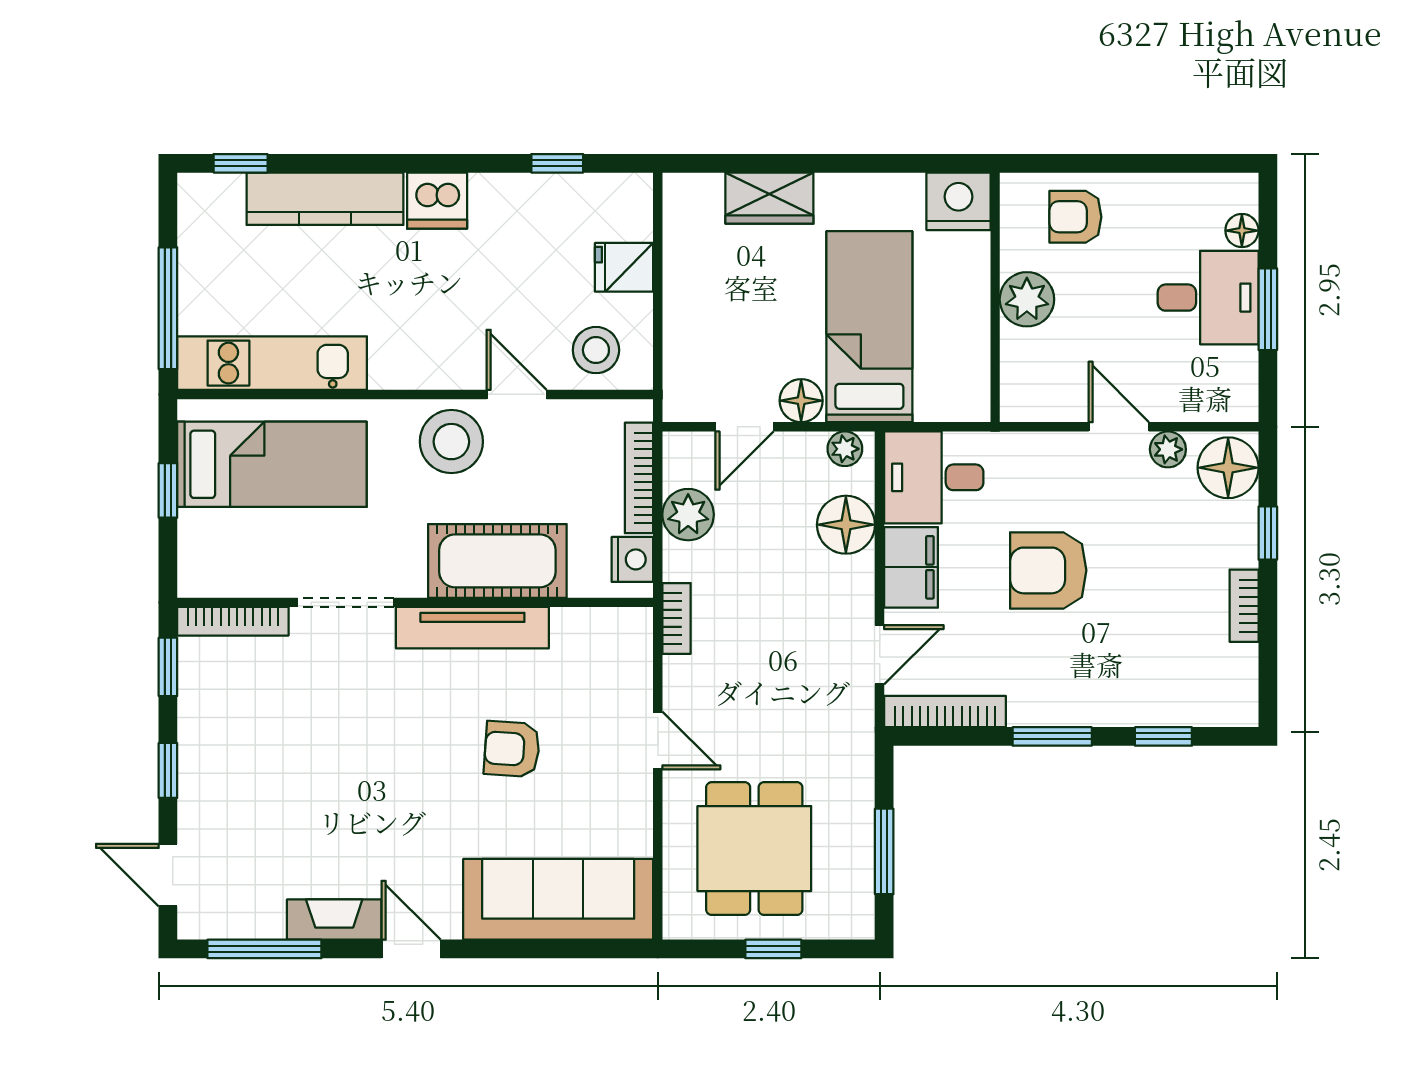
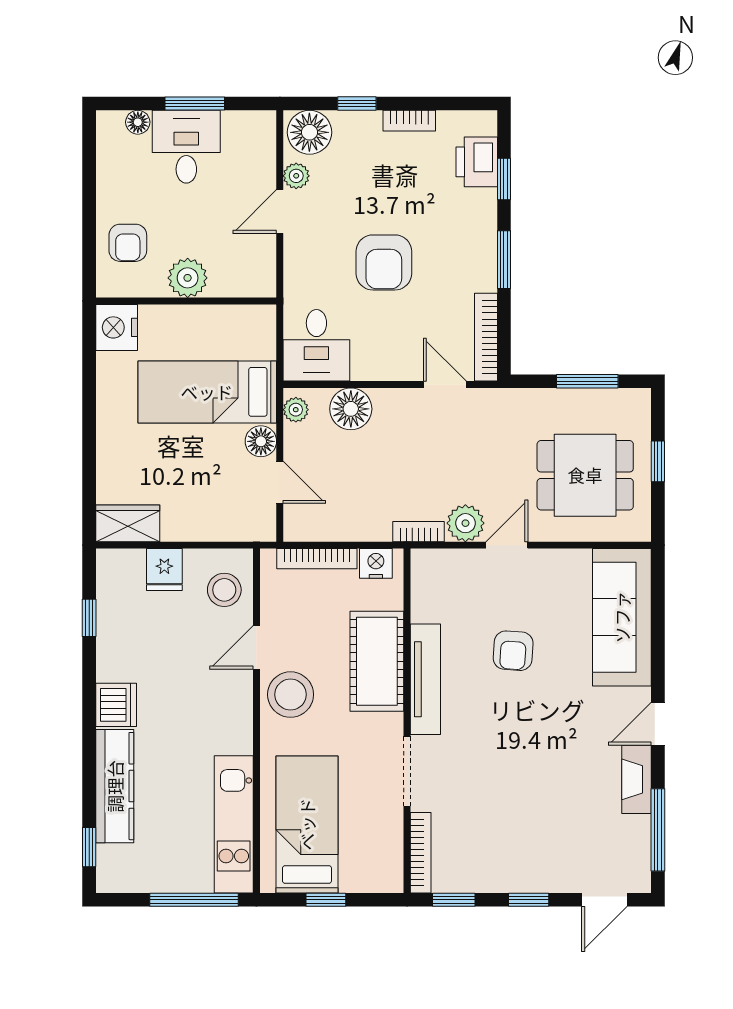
wardrobe: (769, 198) -> (128, 523), moved, turned -90
plant: (688, 515) -> (465, 523), moved
filing cabinet: (911, 567) -> (382, 362), removed
printer: (1187, 699) -> (477, 162), added

